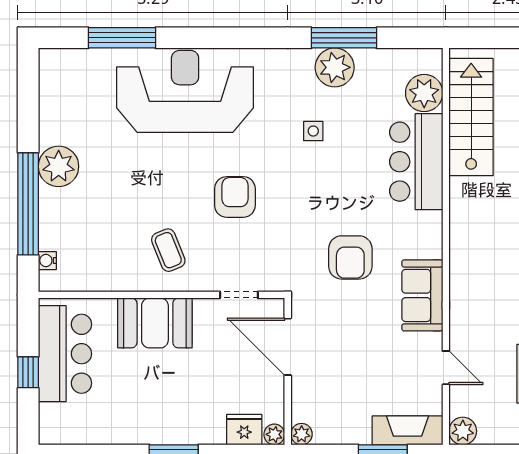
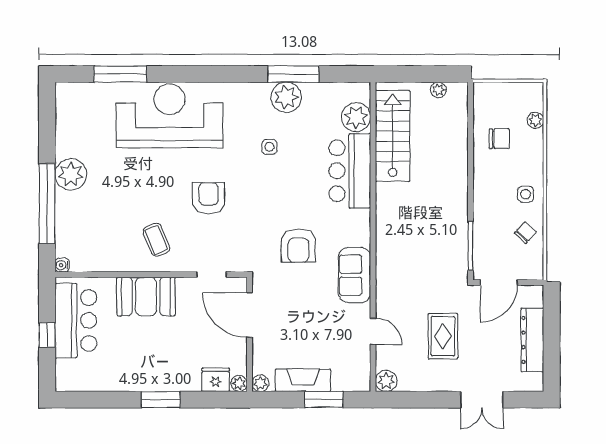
water cooler: (47, 261) -> (62, 265), moved
fireplace: (407, 430) -> (303, 380), moved

